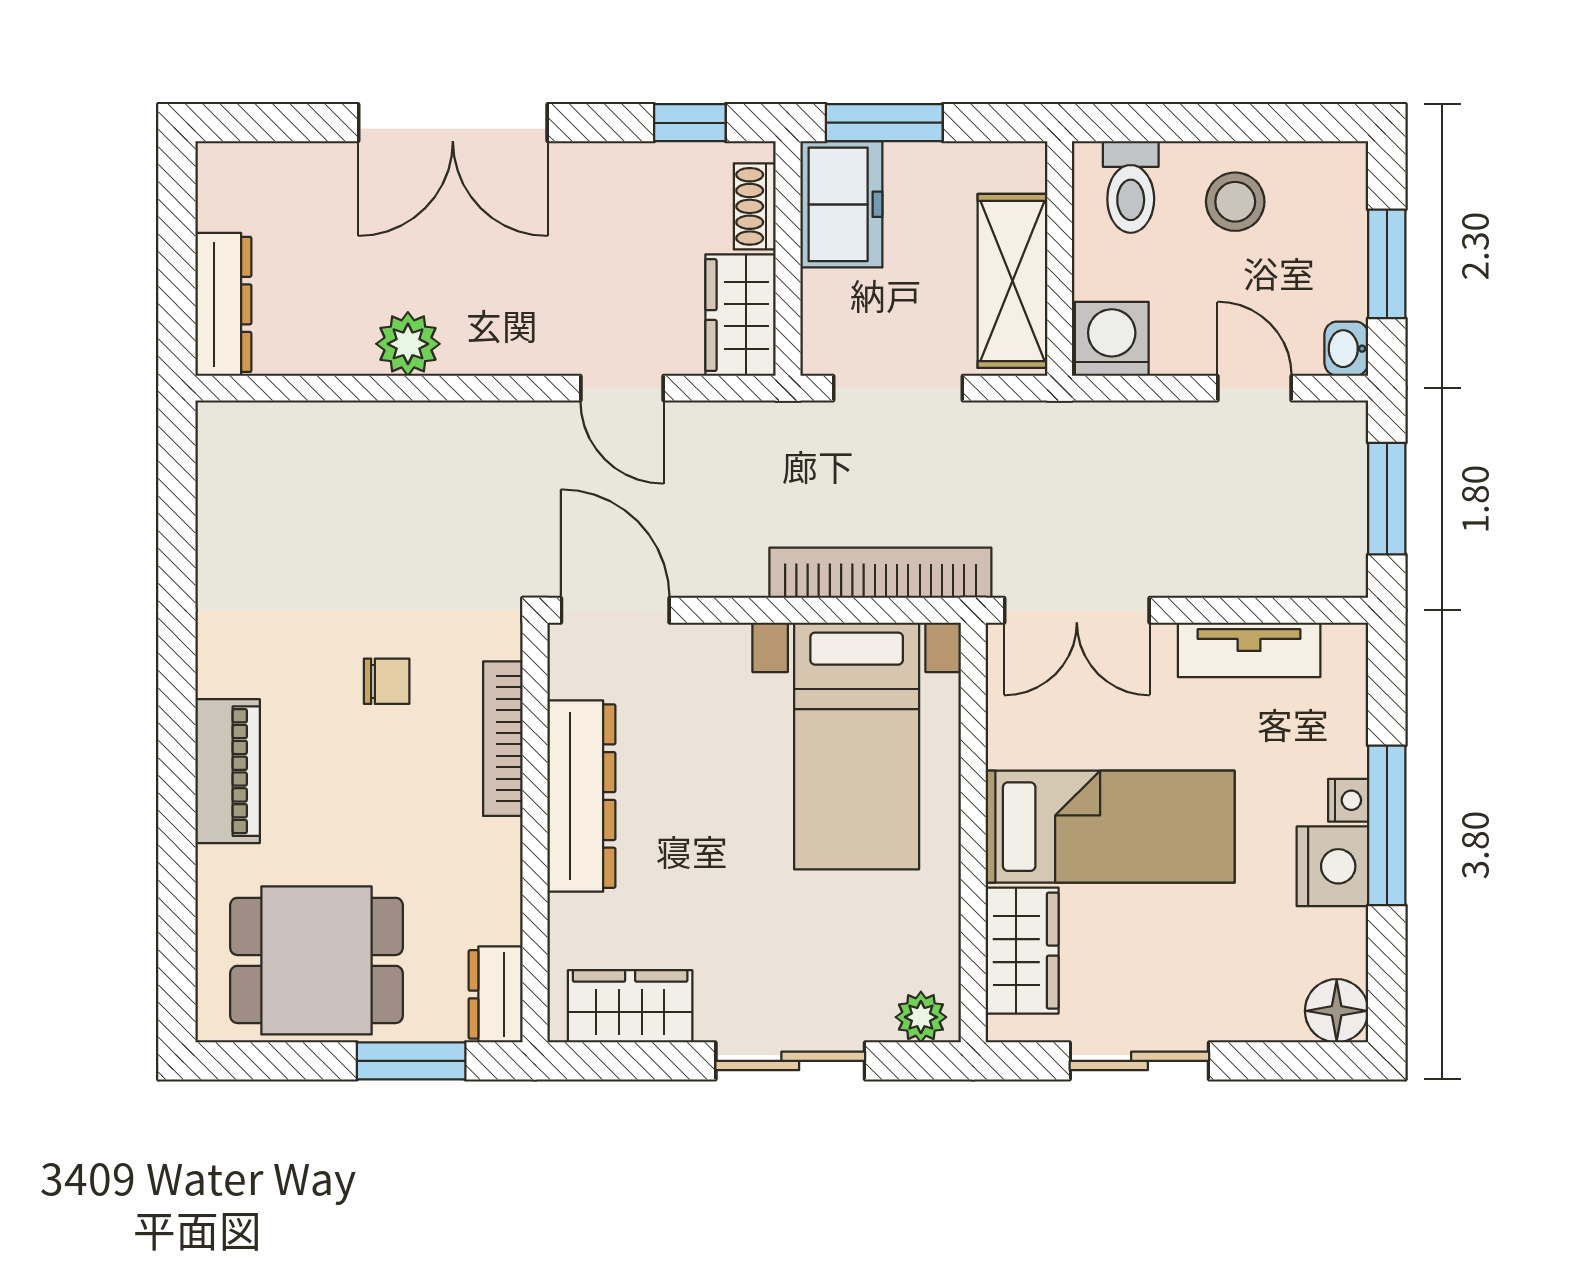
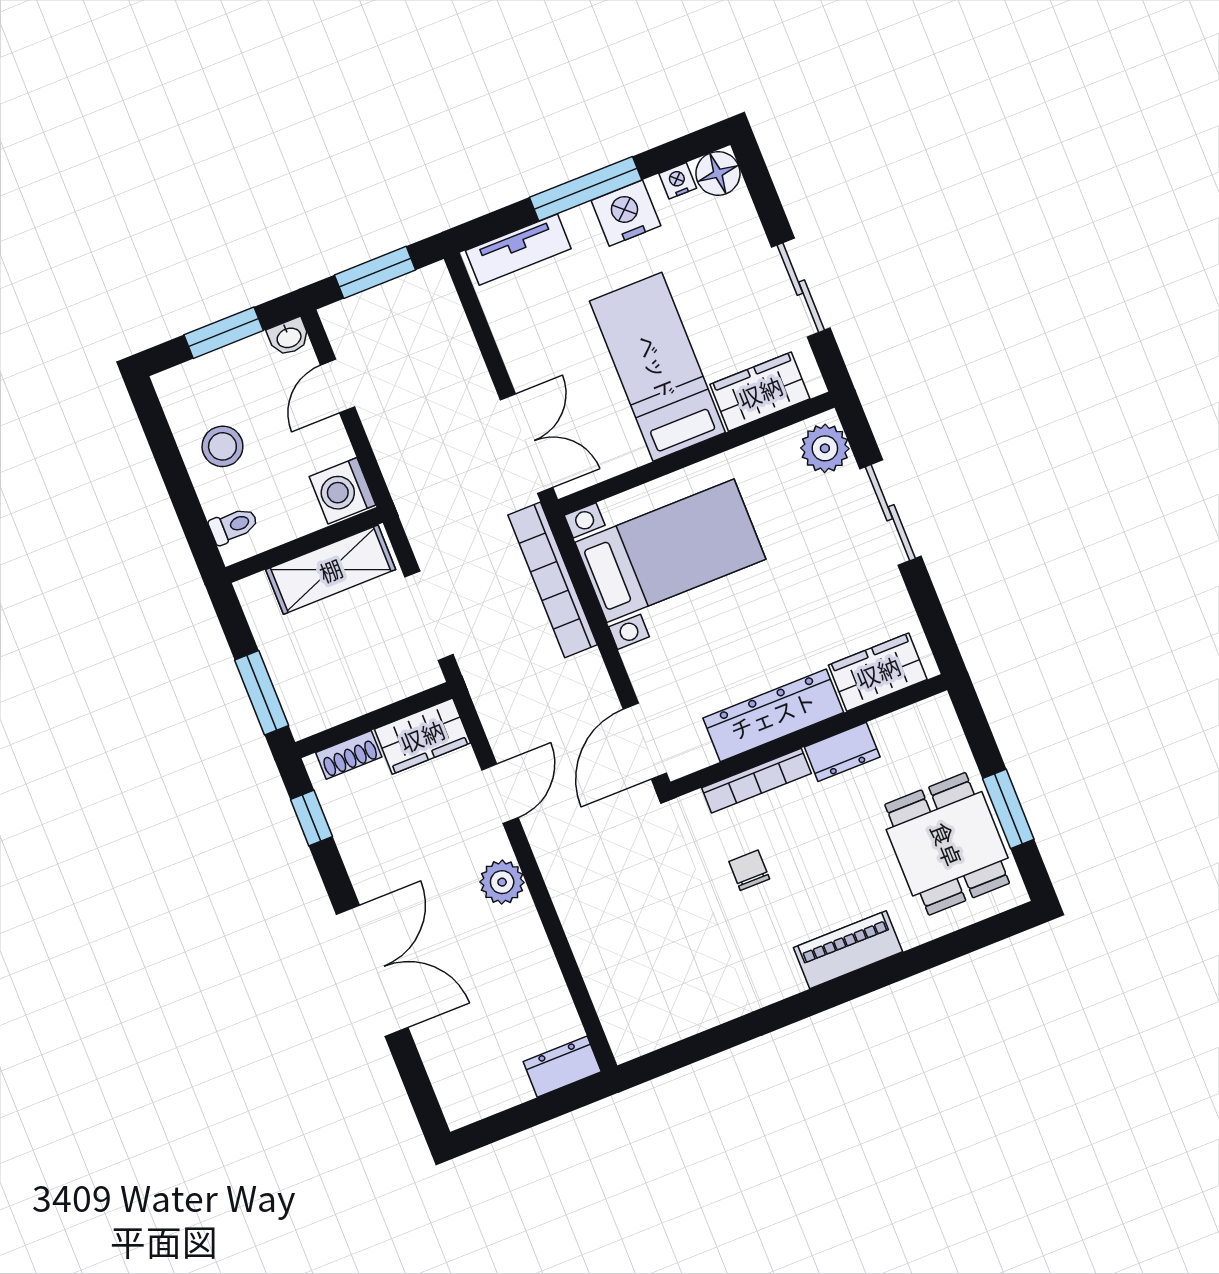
toilet: (1131, 187) -> (234, 526), width x0.73, depth x0.72
freezer: (841, 204) -> (325, 699), removed
dresser: (223, 304) -> (562, 1067), width x0.70
plant: (408, 344) -> (502, 882), moved
tv unit: (1249, 650) -> (518, 250), moved, turned 90
nightstand: (1348, 800) -> (678, 181), moved
dresser: (496, 994) -> (842, 752), moved
wardrobe: (630, 1006) -> (878, 672), moved, turned 90
plant: (921, 1017) -> (825, 448), width x1.38, depth x1.38
window: (411, 1061) -> (1008, 809), moved

